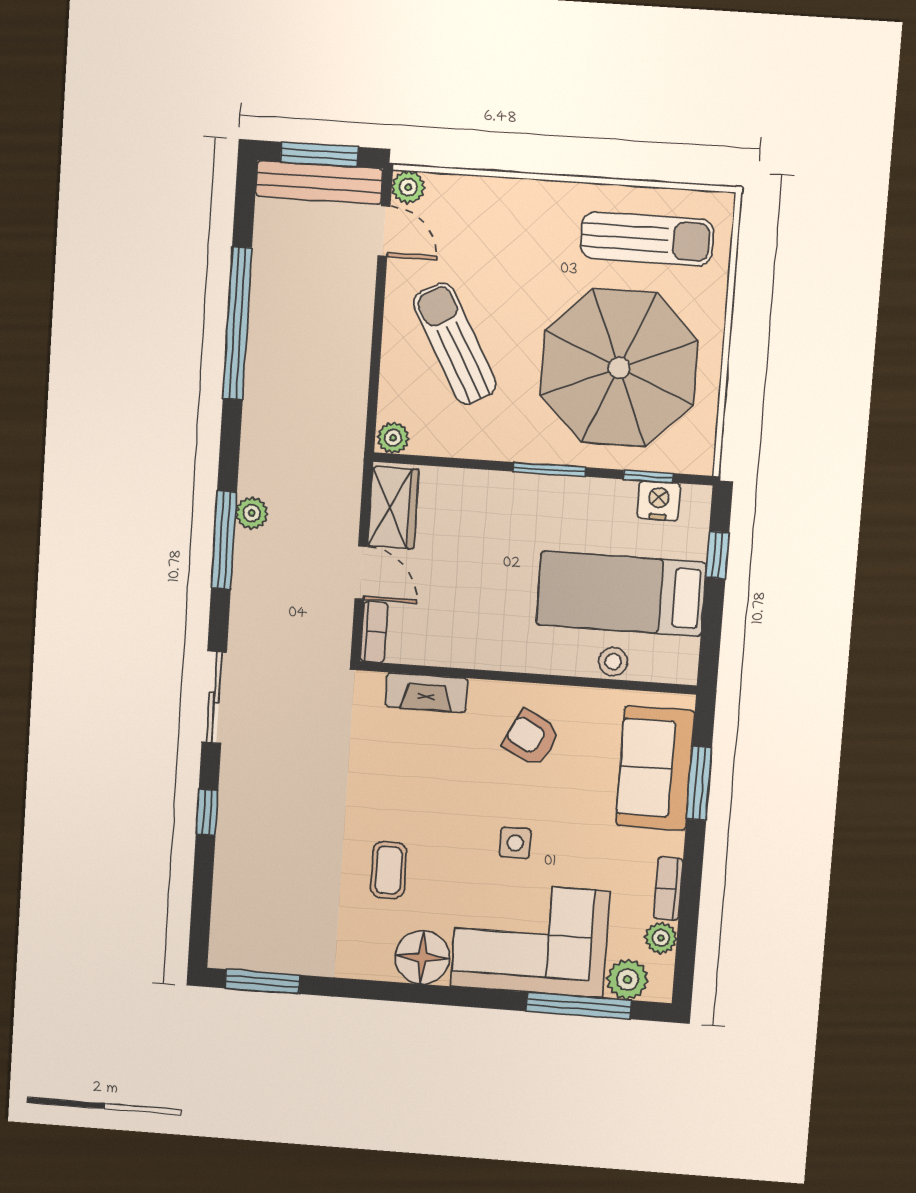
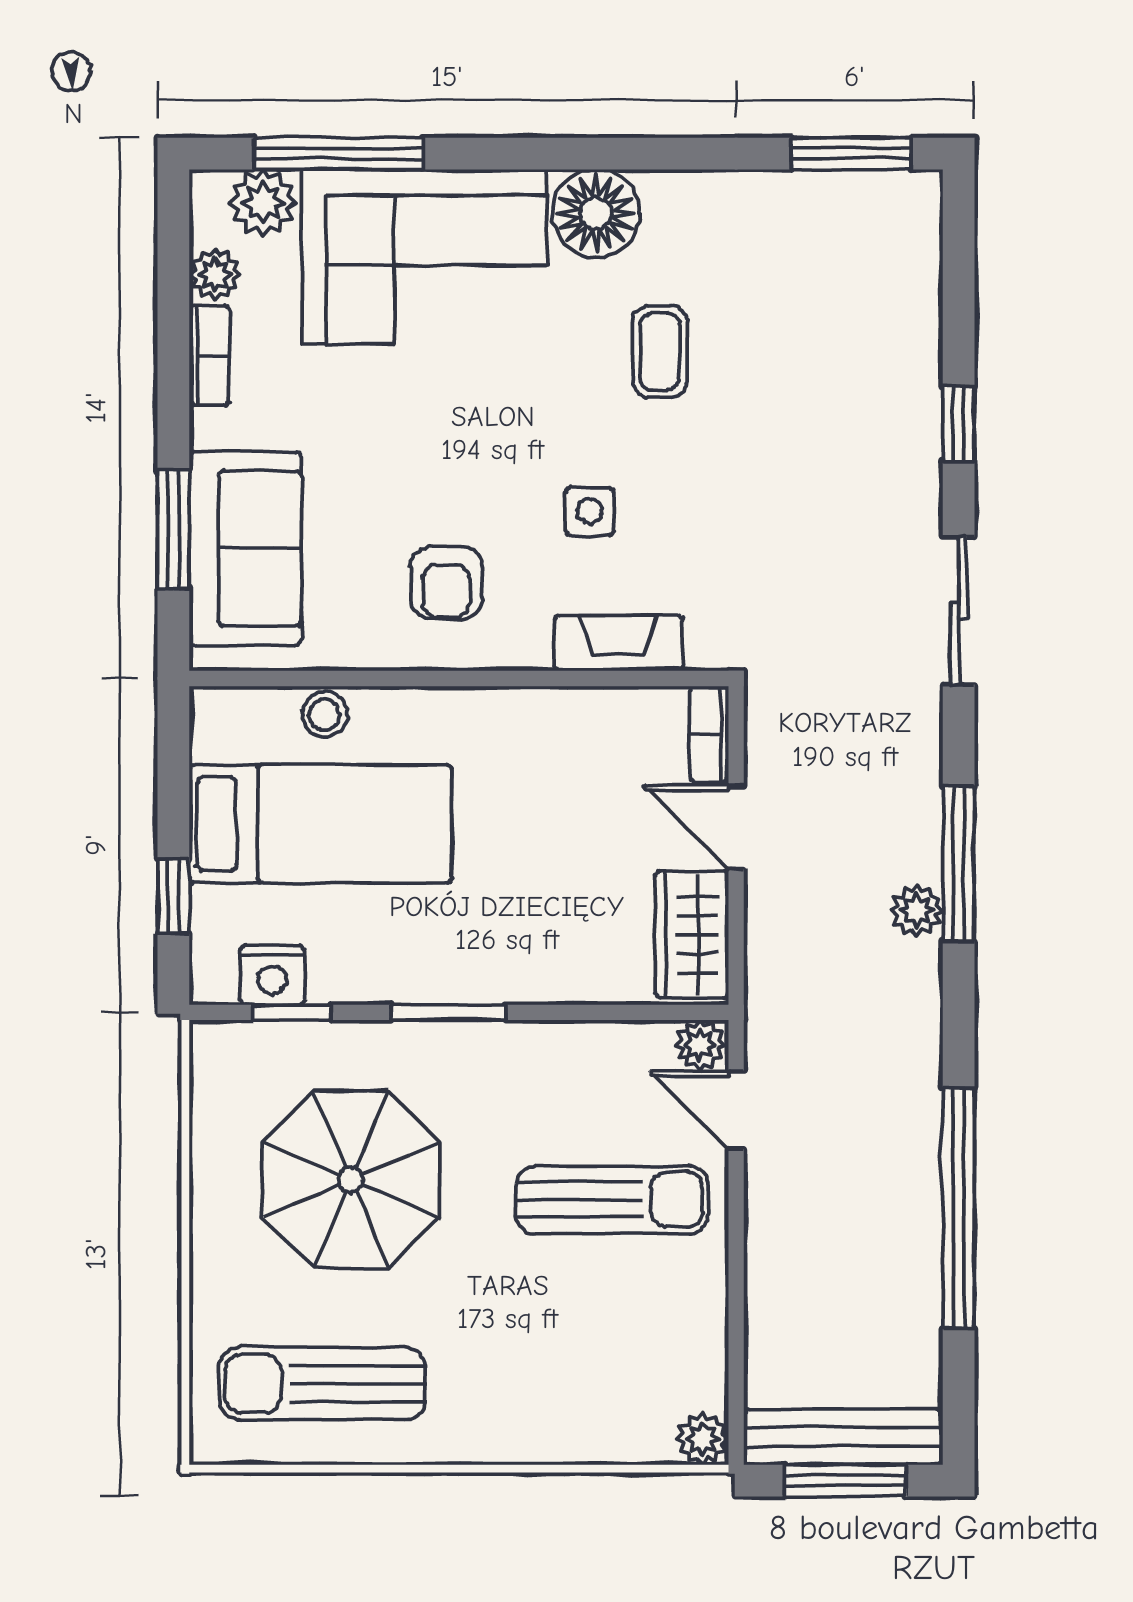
door: (384, 231) -> (736, 1110), moved
sun lounger: (455, 344) -> (612, 1200), turned -61
parasol: (619, 368) -> (351, 1180), width x0.73, depth x0.73
armchair: (531, 738) -> (446, 582), turned 63
side table: (515, 843) -> (590, 511), moved

